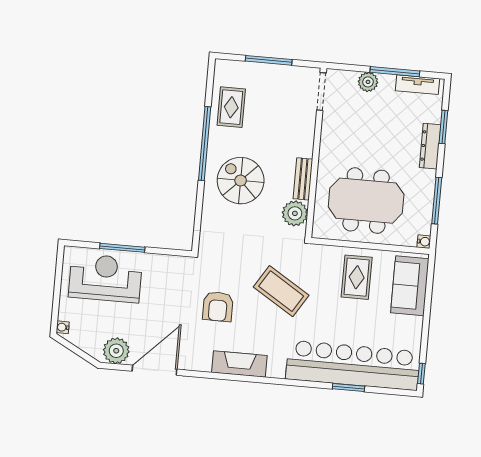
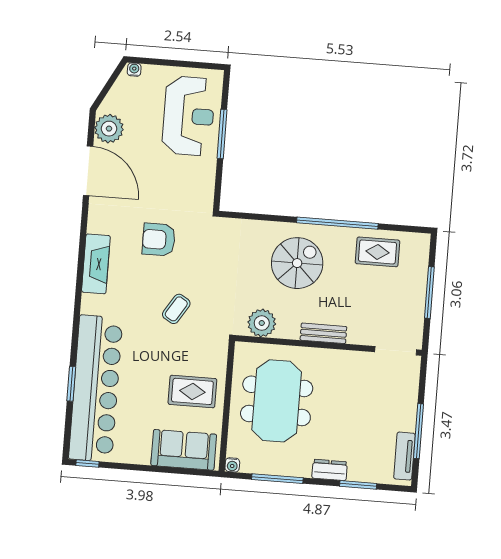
plant: (368, 82) -> (407, 402), removed
dresser: (430, 146) -> (330, 470), width x0.70
bench: (303, 179) -> (323, 333), moved
coffee table: (281, 291) -> (176, 309), width x0.54, depth x0.58

